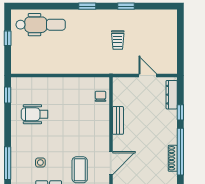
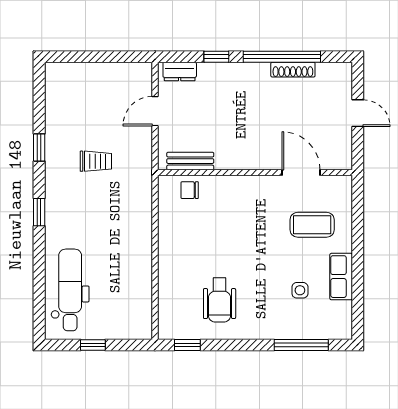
dresser: (172, 95) -> (180, 72), width x0.70
bench: (118, 120) -> (190, 161), moved

